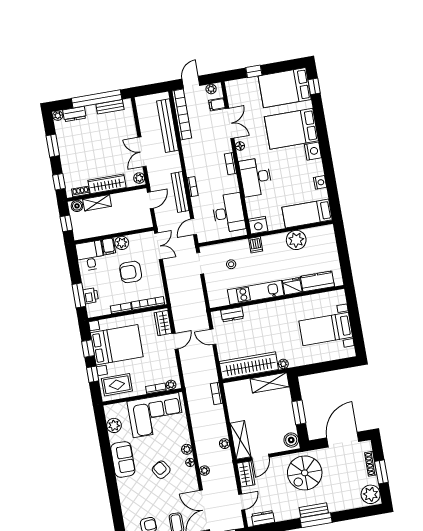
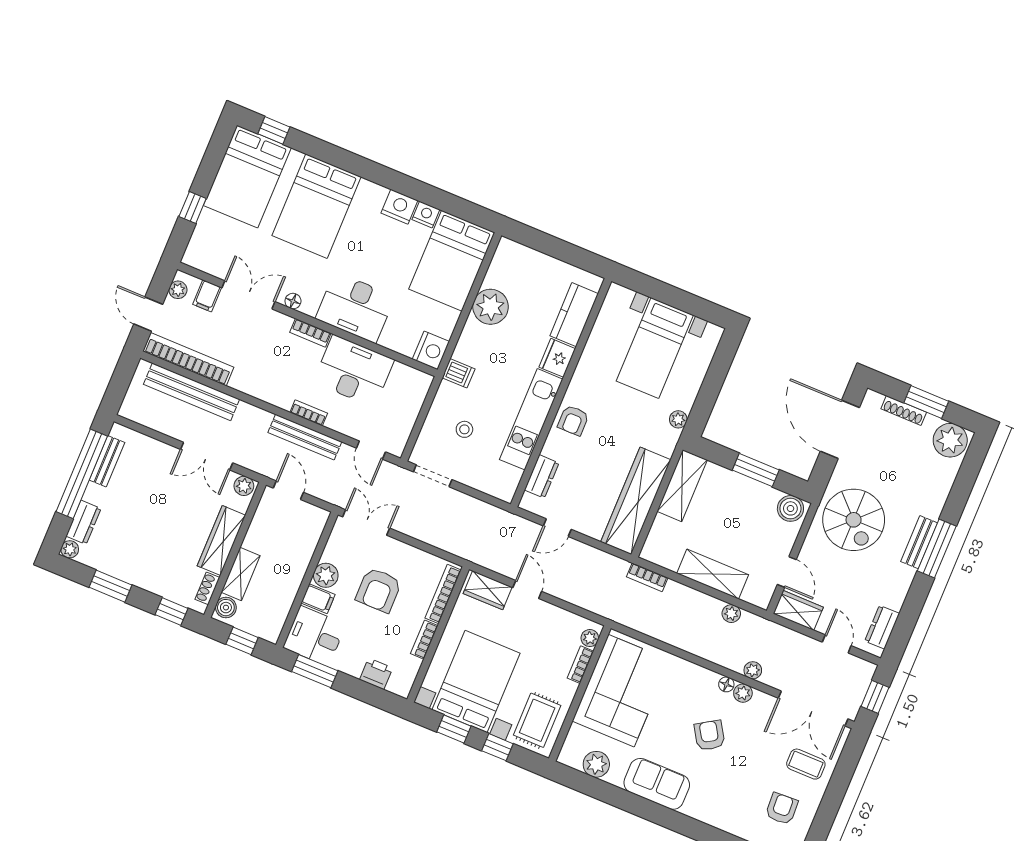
nightstand: (313, 151) -> (399, 207), moved
desk: (229, 213) -> (354, 371), moved
bed: (307, 213) -> (452, 261), width x1.50
window: (79, 295) -> (315, 671), moved
armchair: (268, 312) -> (573, 420), added
plant: (283, 364) -> (678, 419), moved
shelving: (240, 440) -> (713, 574), moved
plant: (187, 449) -> (743, 693), moved
armchair: (161, 470) -> (709, 735), turned 91

